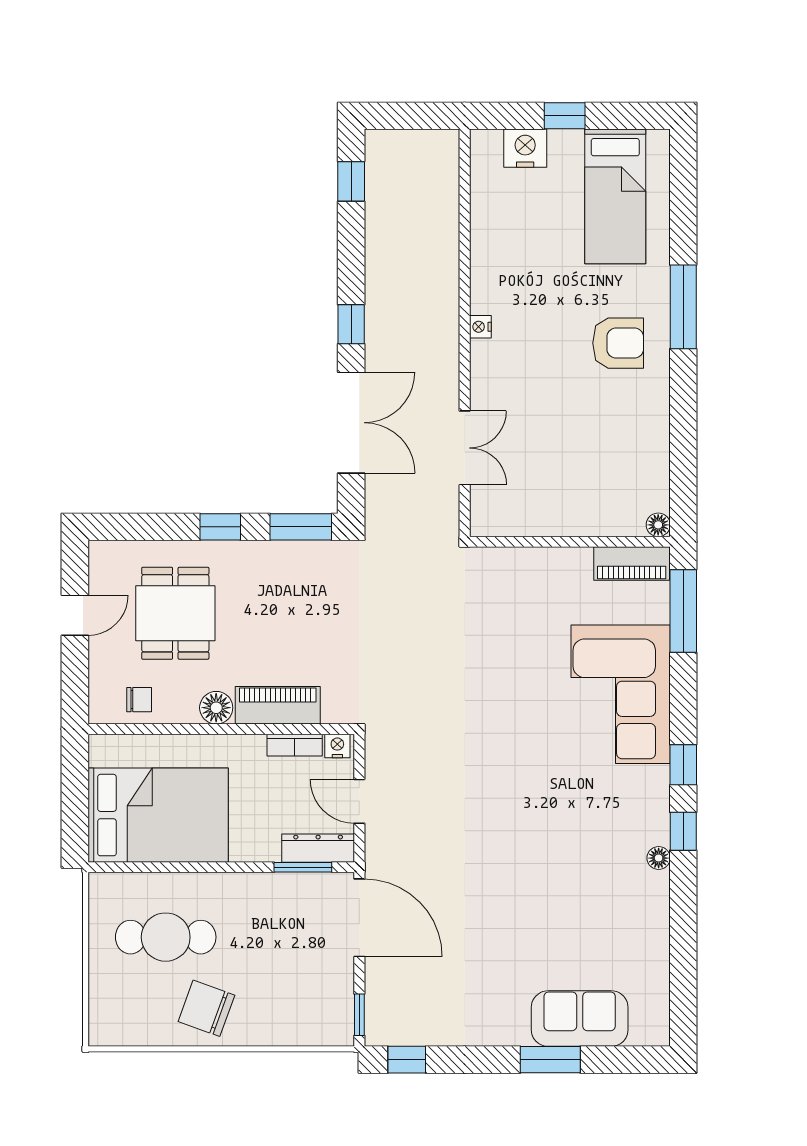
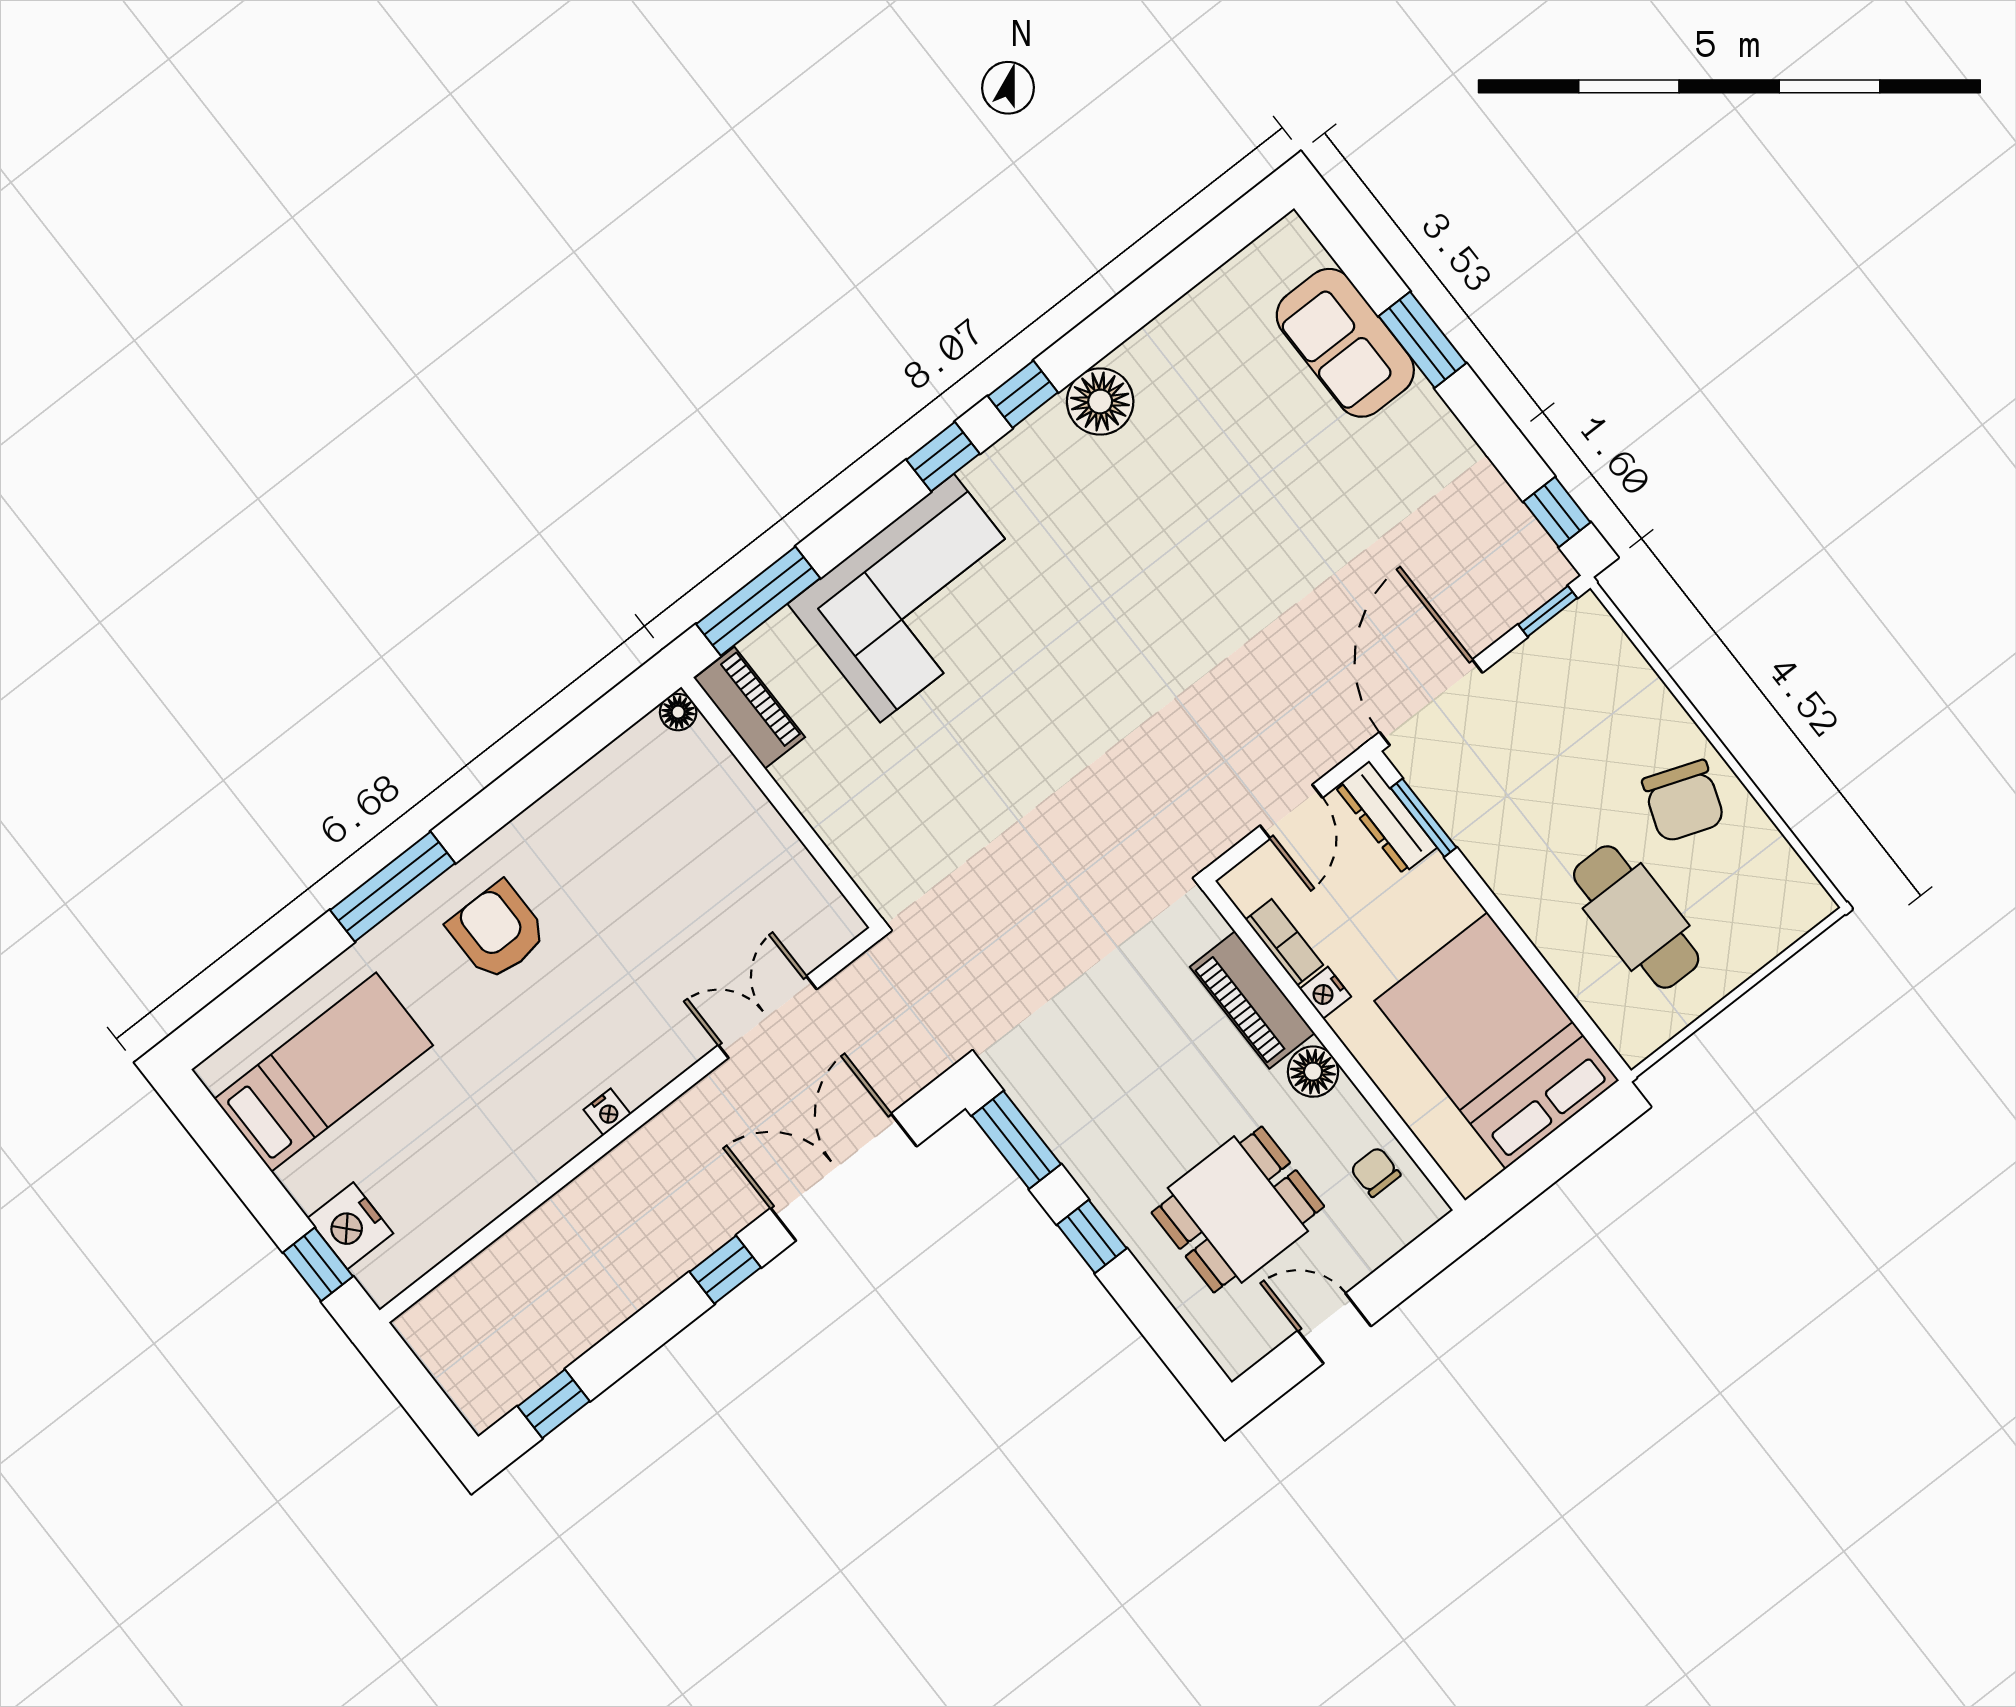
window: (565, 116) -> (318, 1264), moved
nightstand: (337, 746) -> (1325, 993), moved
floor lamp: (659, 858) -> (1100, 401), width x1.89, depth x1.89

